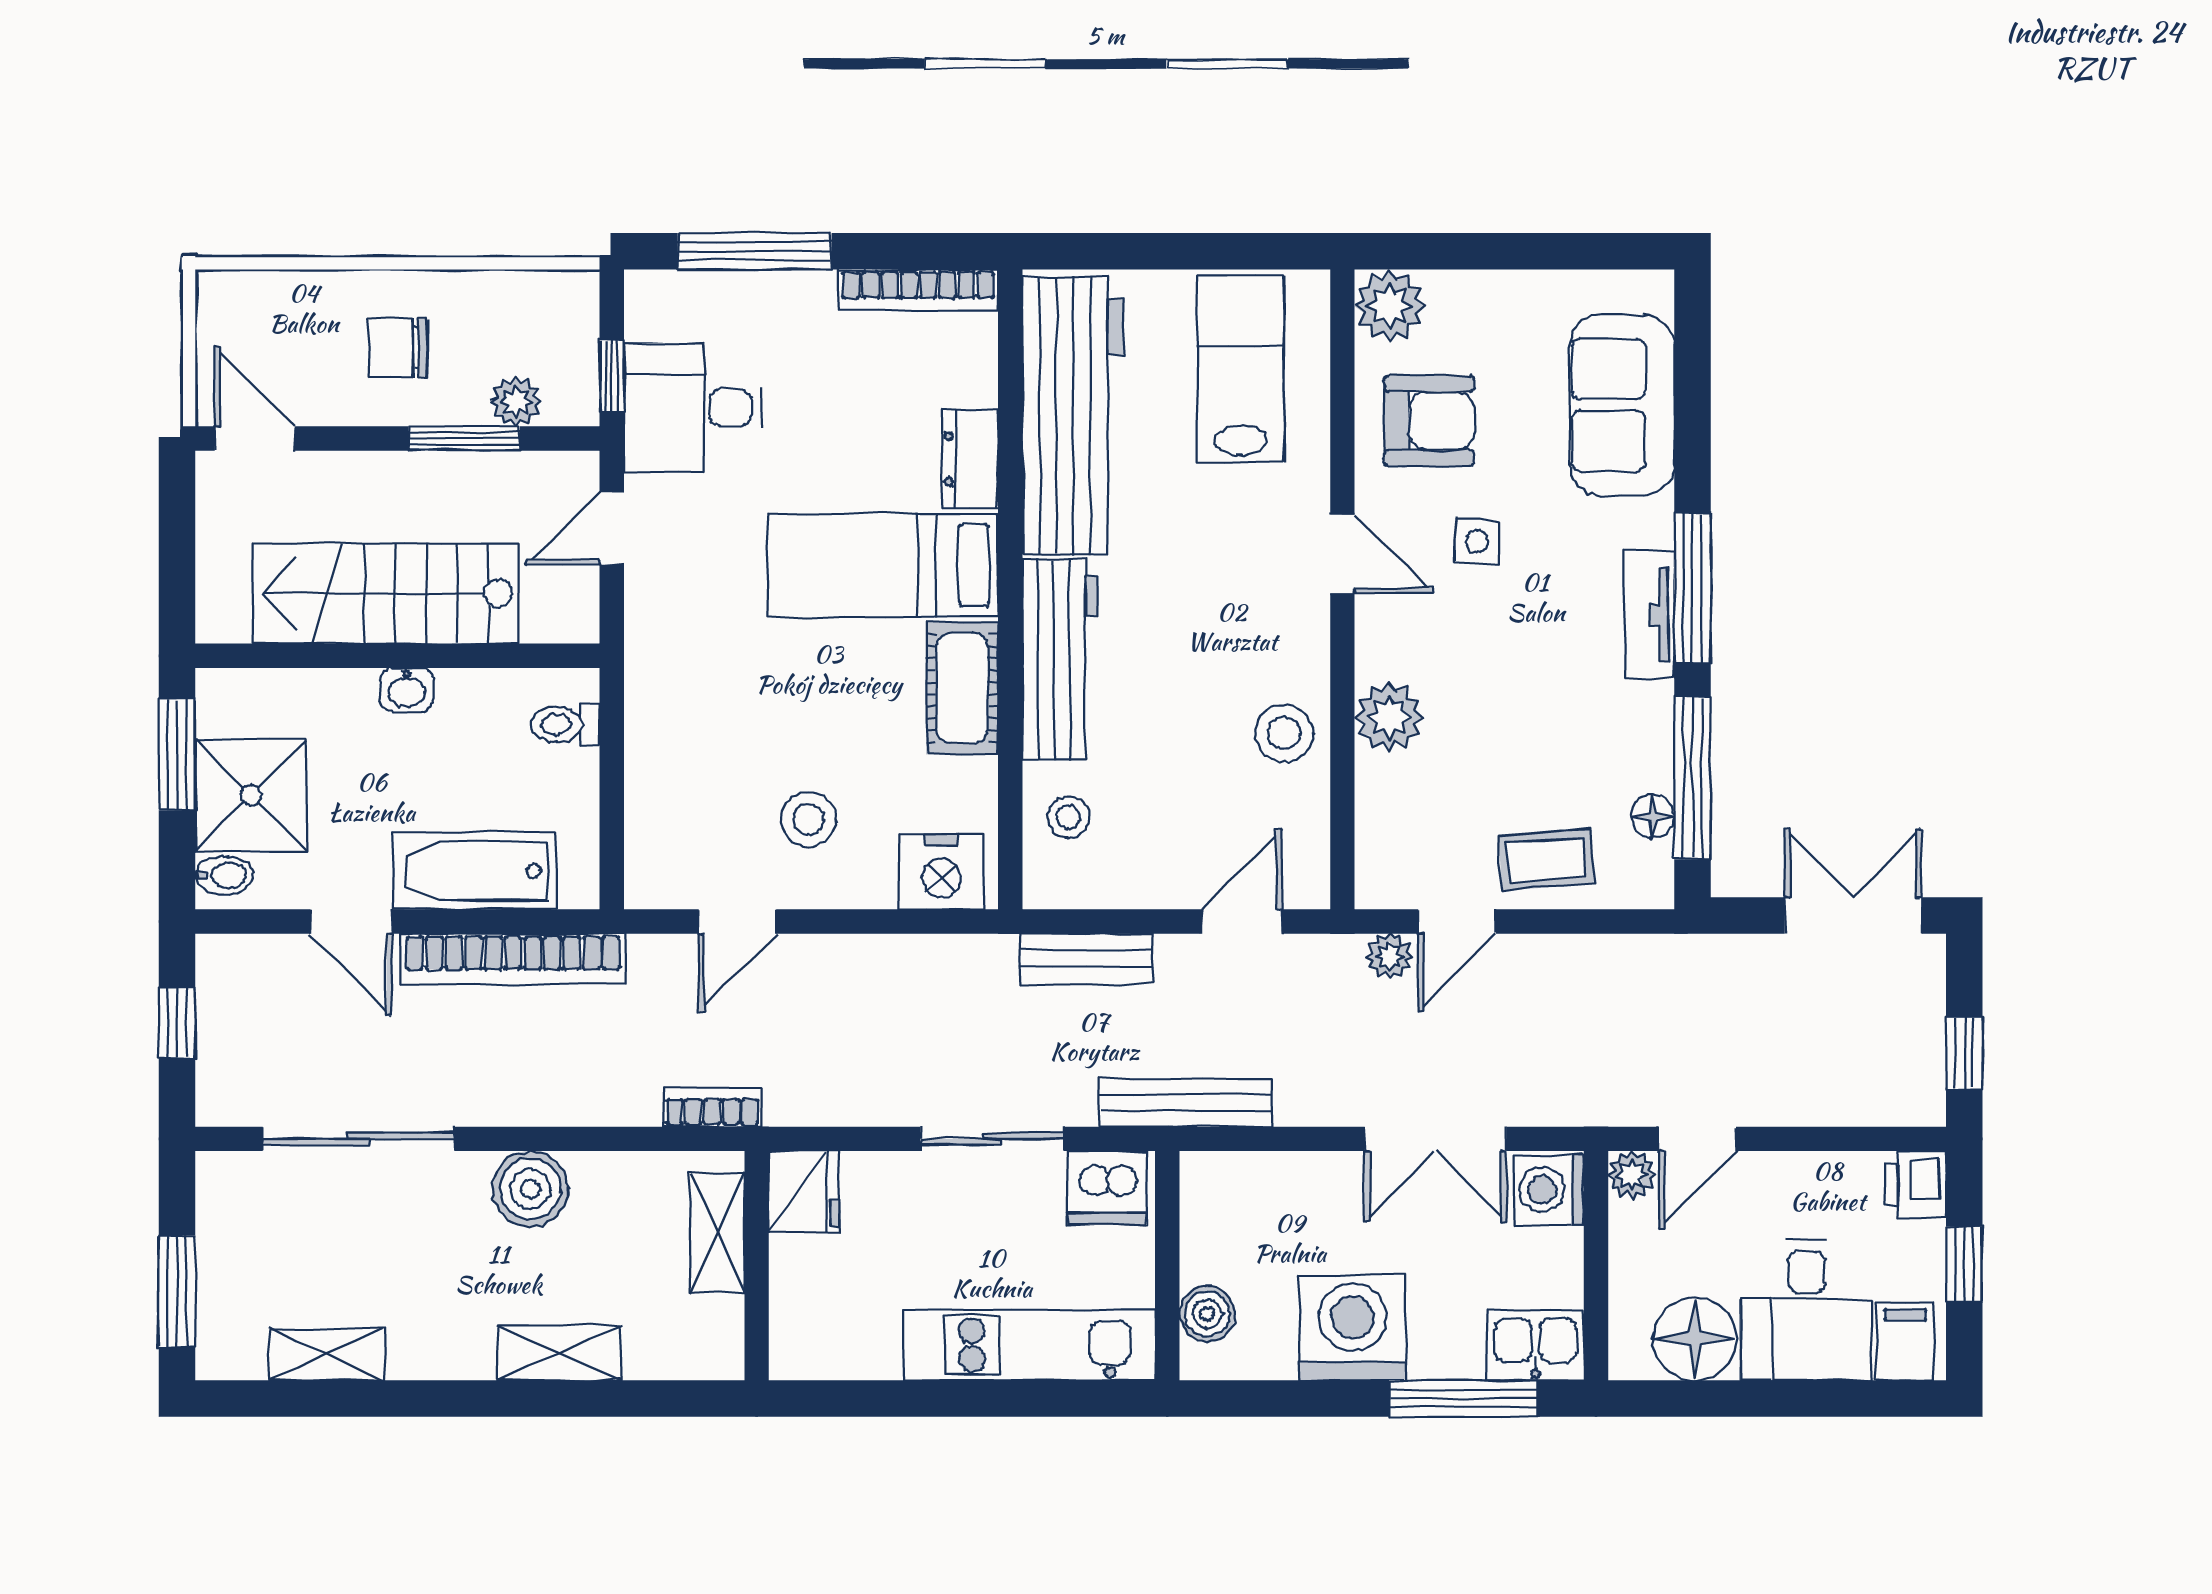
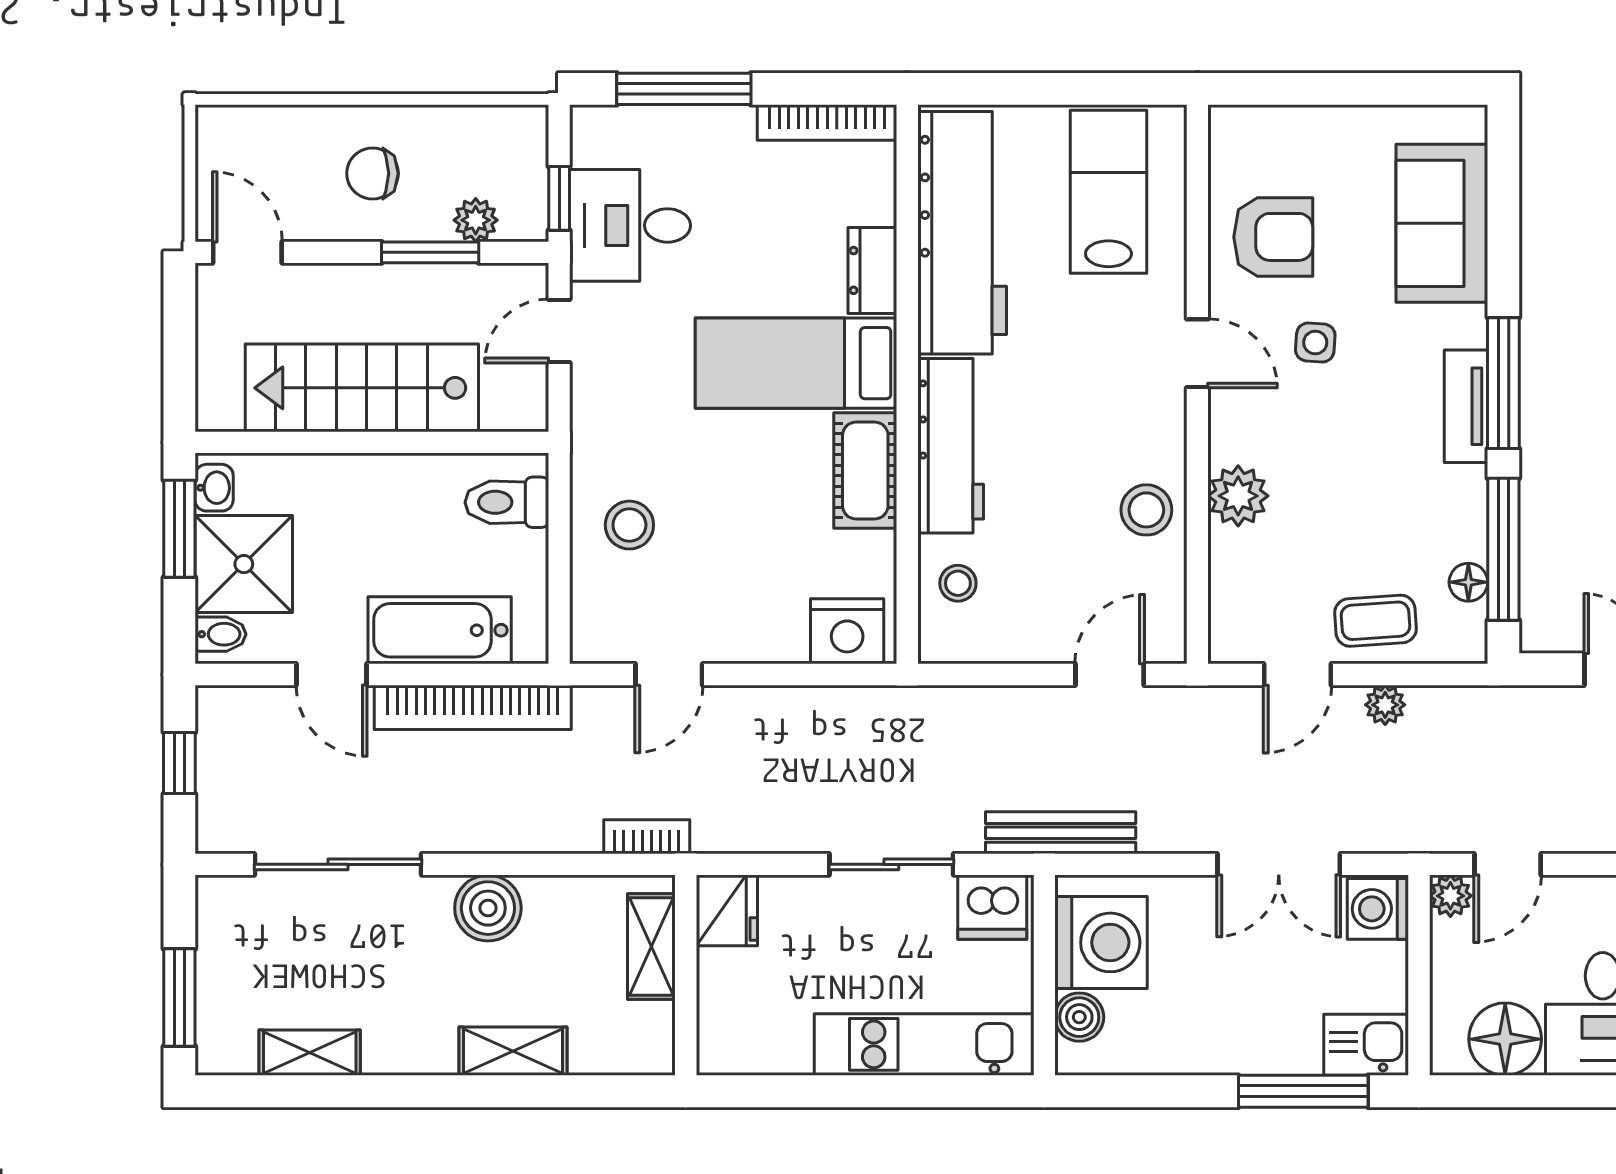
plant: (1389, 306) -> (1239, 137), removed
washbasin: (407, 690) -> (214, 488), moved, turned -90
toilet: (565, 724) -> (507, 502), width x1.37, depth x1.39
stool: (809, 819) -> (629, 525), moved
plant: (1389, 956) -> (1385, 705), moved
bench: (1086, 959) -> (974, 707), removed
washing machine: (1352, 1328) -> (1101, 942), moved, turned 90

